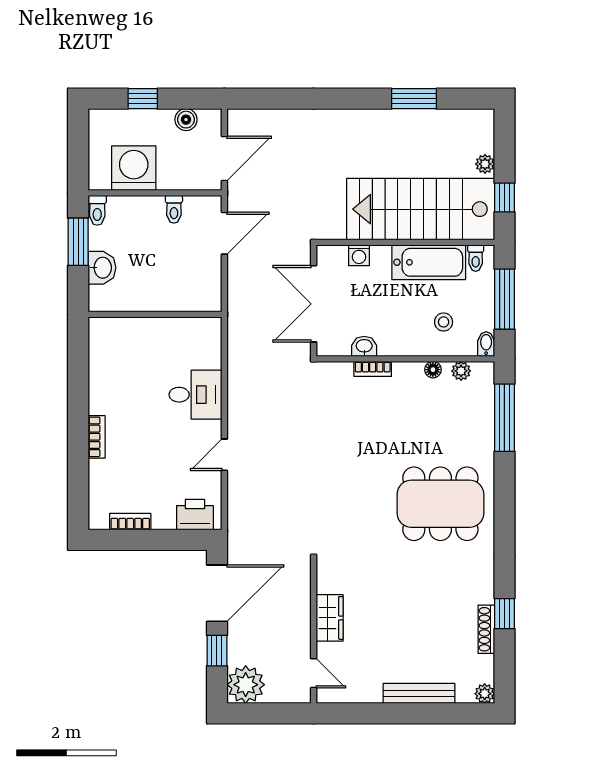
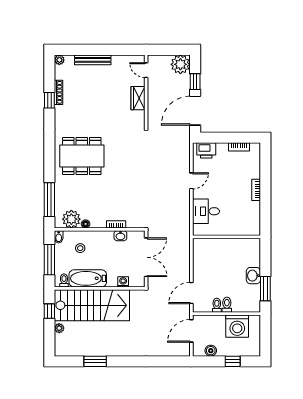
toilet: (97, 210) -> (227, 305), moved
wall: (155, 314) -> (226, 237), moved
plant: (461, 371) -> (71, 219), width x1.87, depth x1.87

